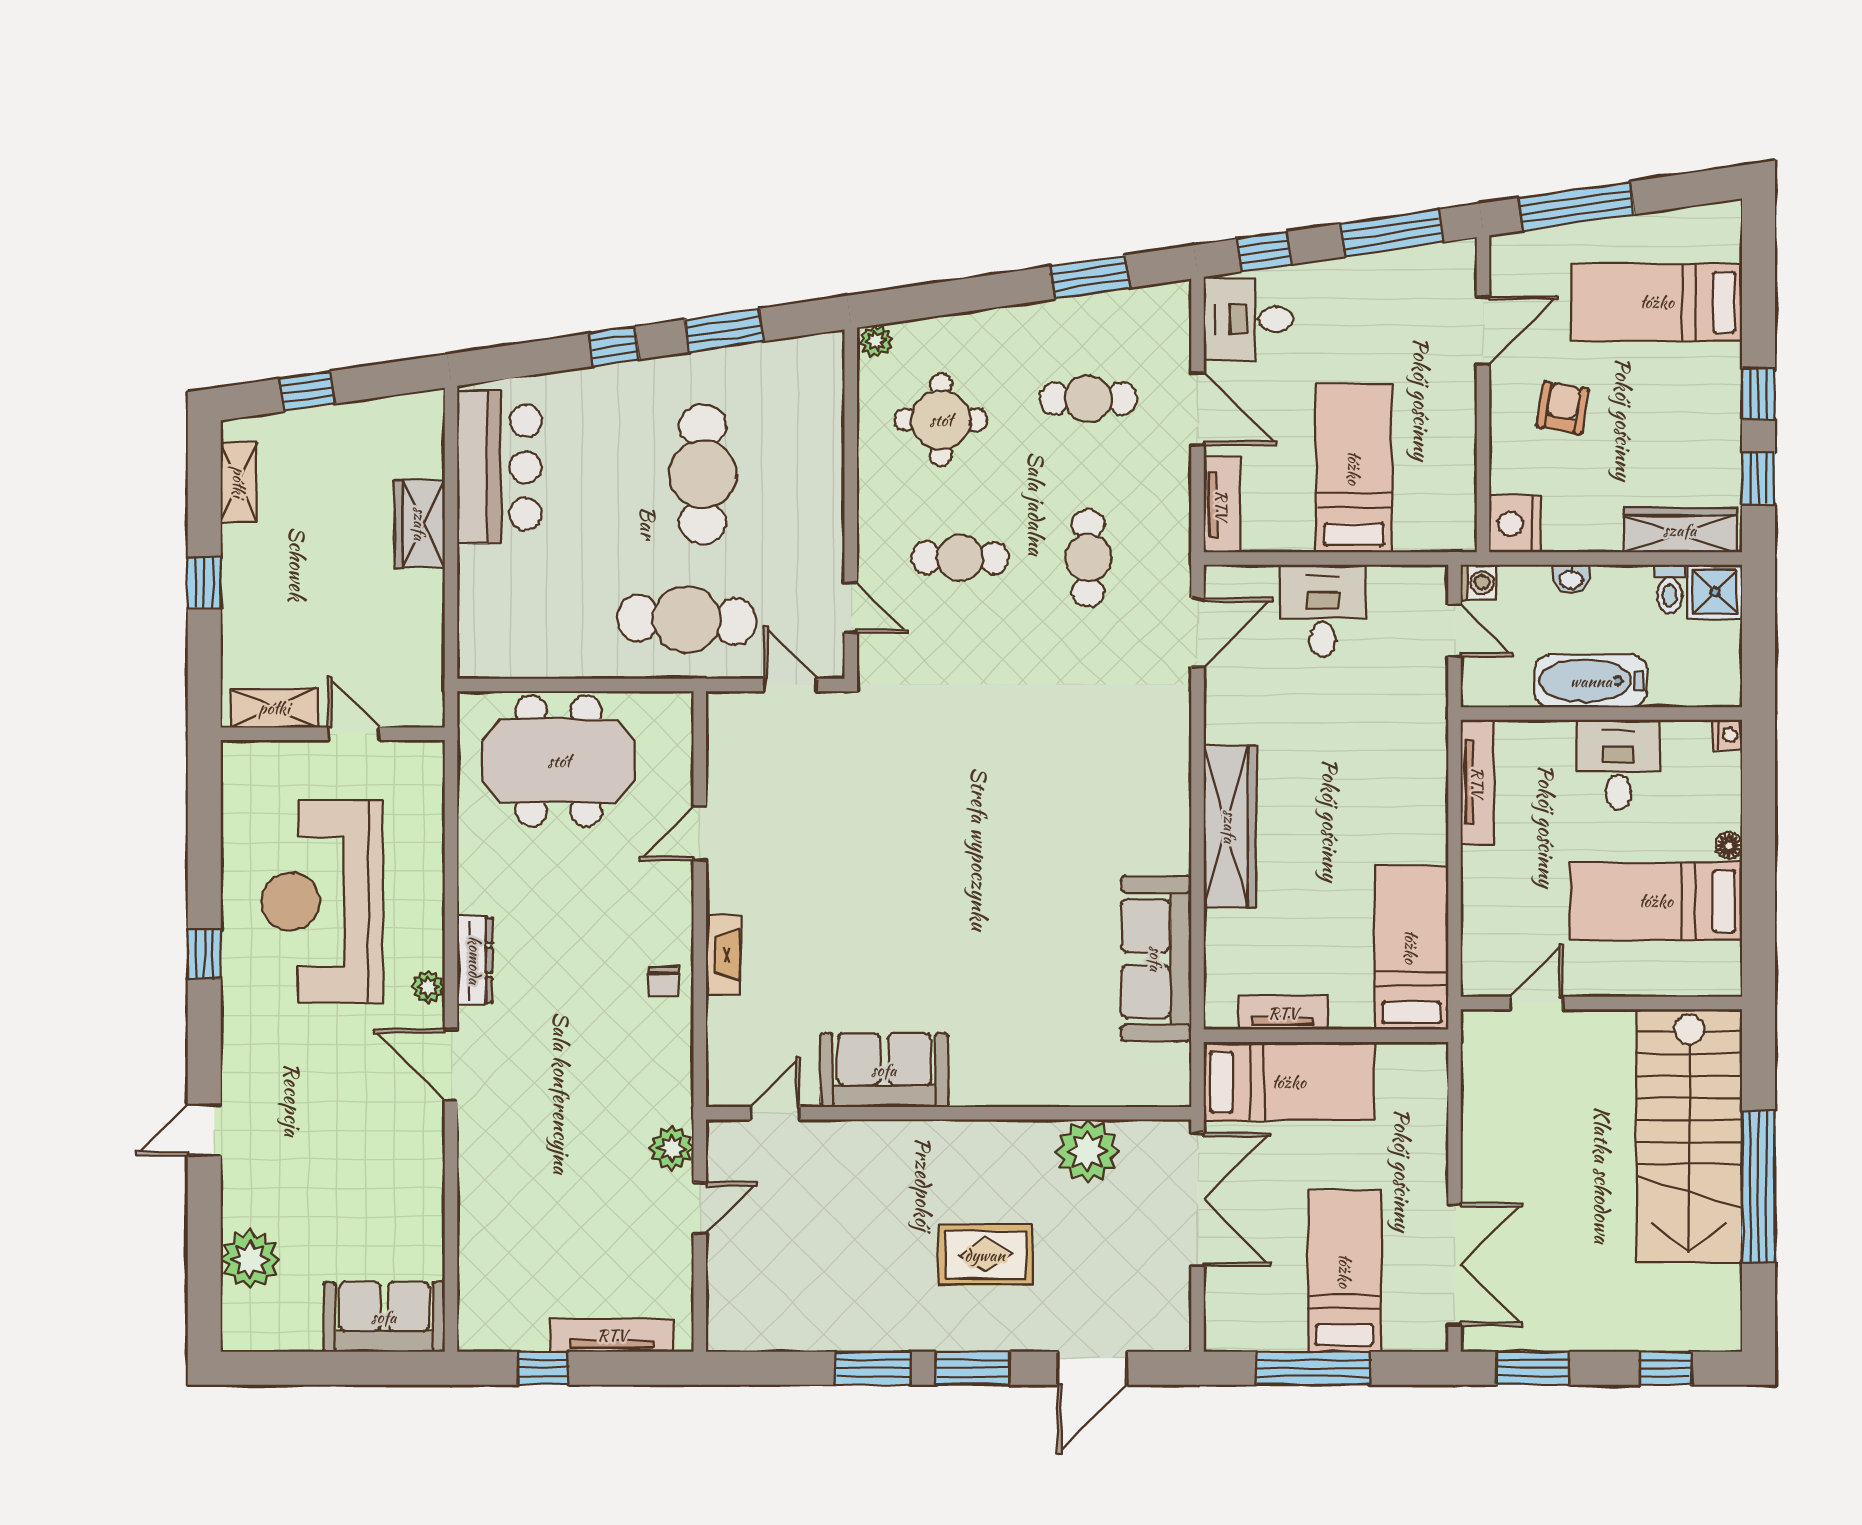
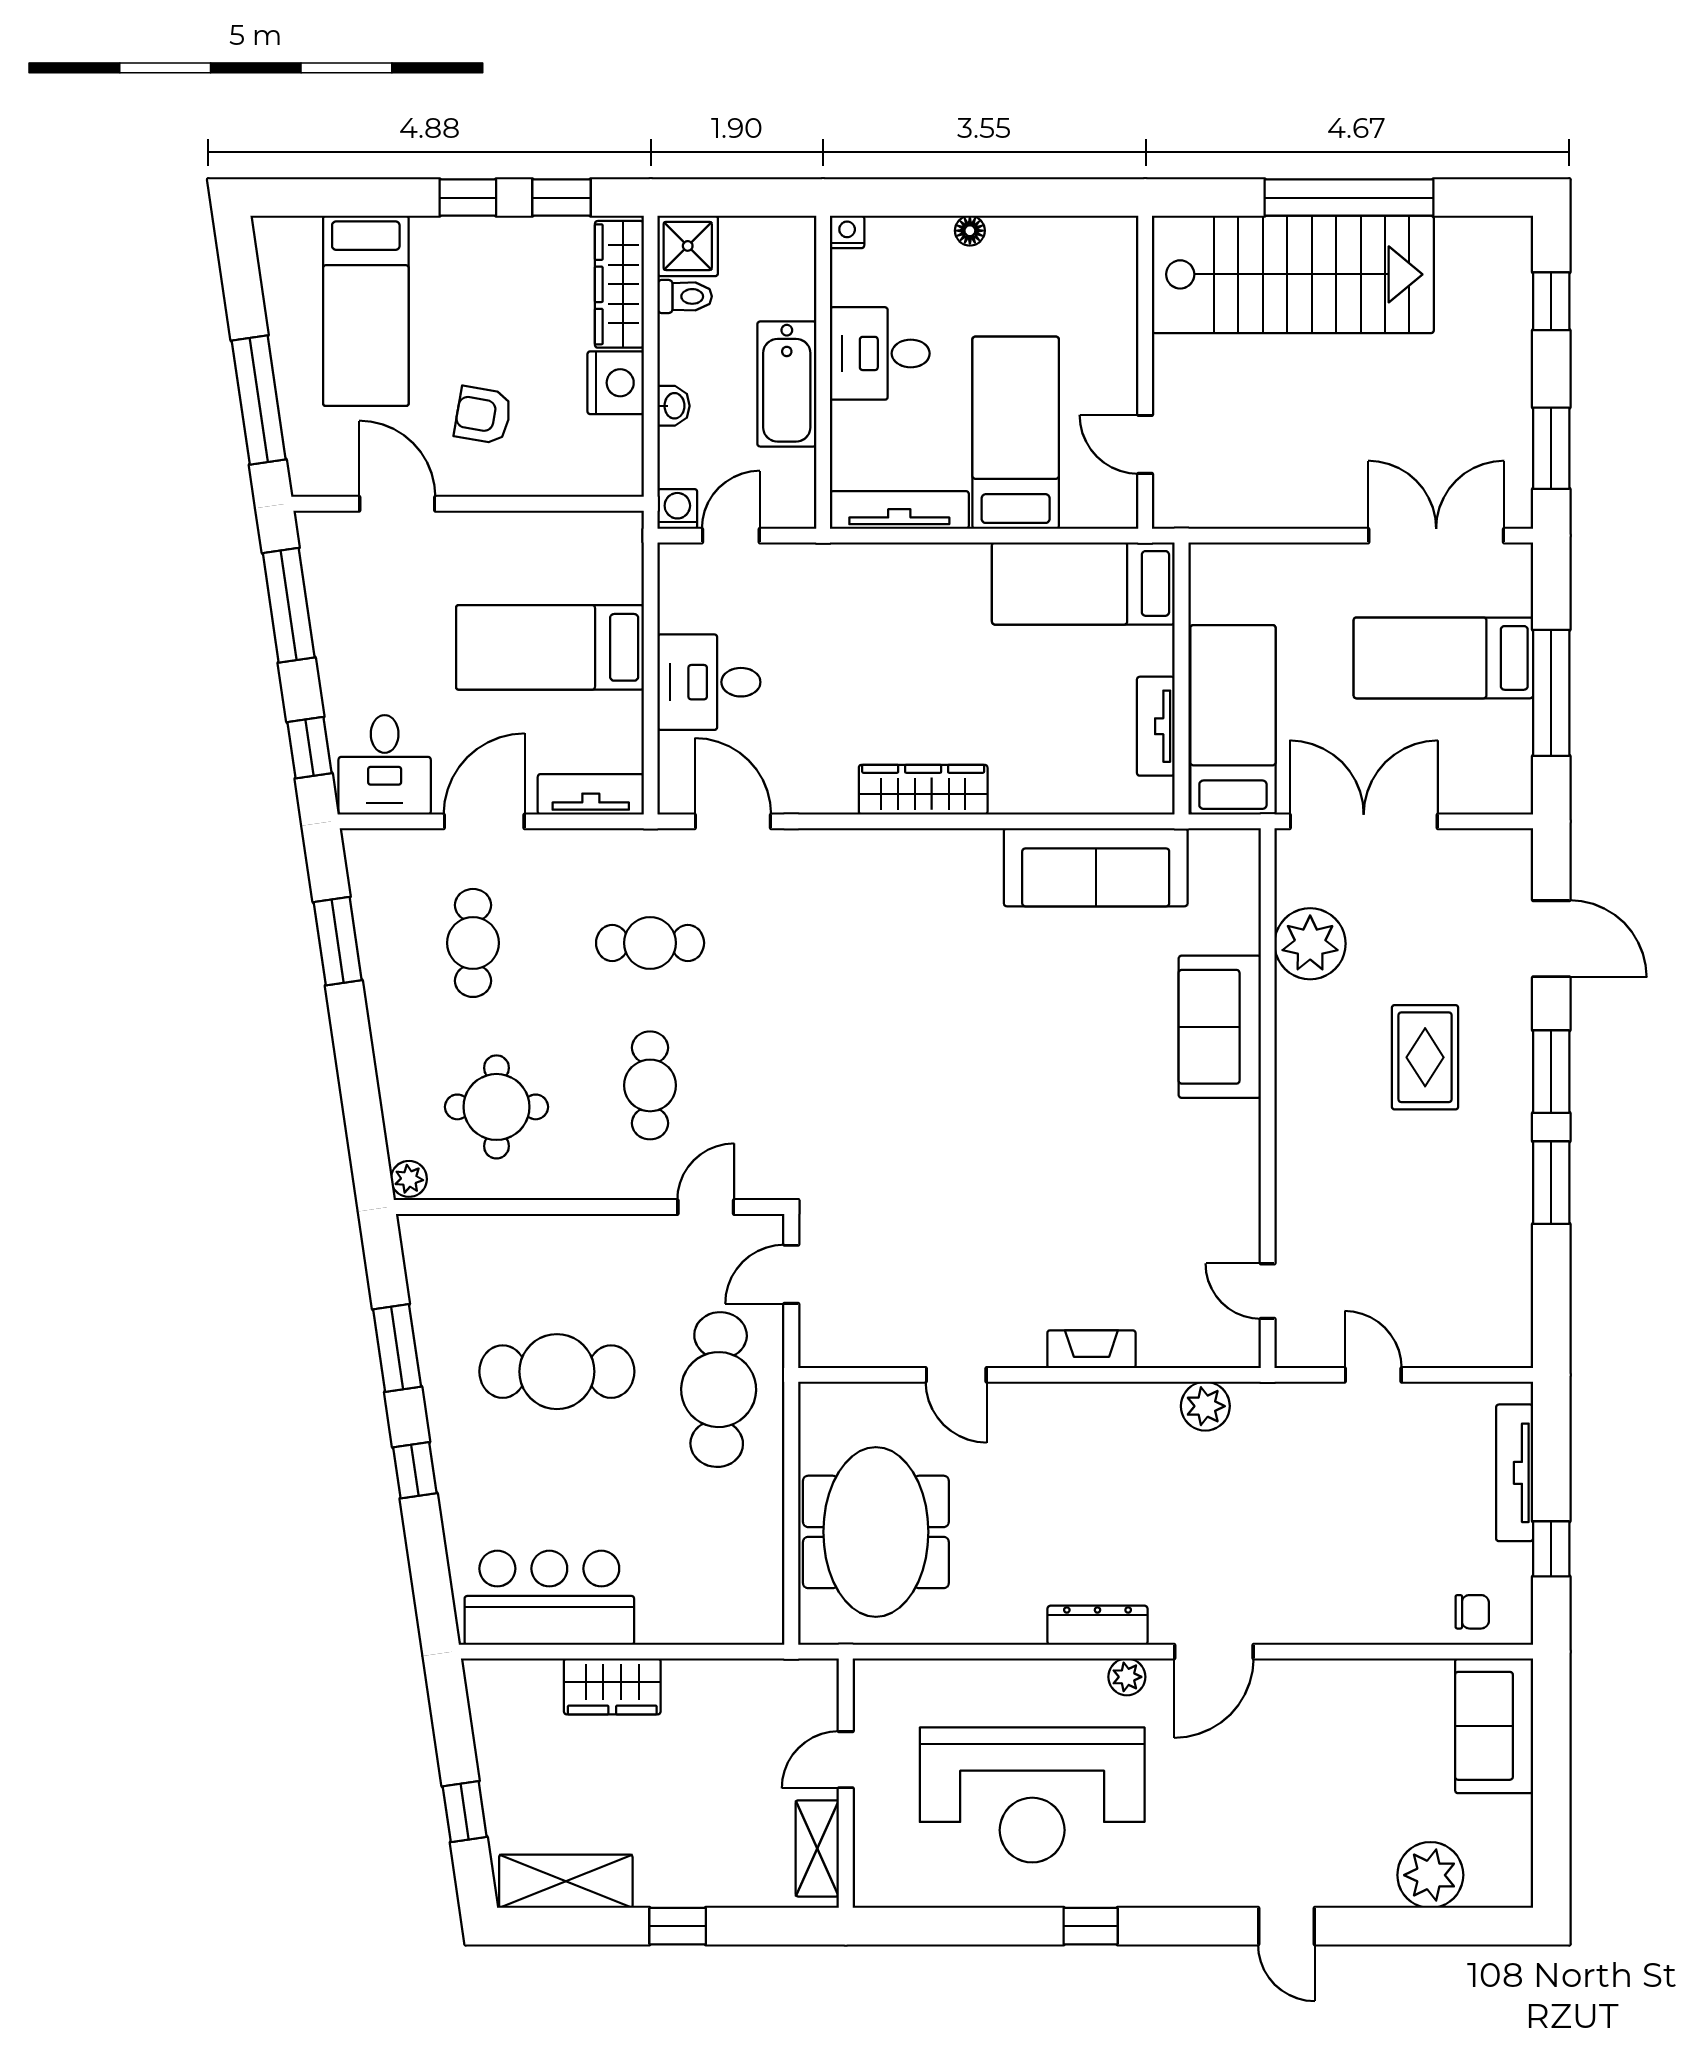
shelving: (239, 482) -> (566, 1881), width x1.50, depth x1.33
nightstand: (1515, 524) -> (616, 383), moved, turned -90
wardrobe: (1230, 827) -> (923, 790), width x0.71, depth x0.85
bed: (1656, 901) -> (1016, 433), moved, turned 180
chair: (664, 982) -> (1472, 1612), moved
sofa: (884, 1070) -> (1220, 1027), moved
plant: (672, 1148) -> (1205, 1406), moved

